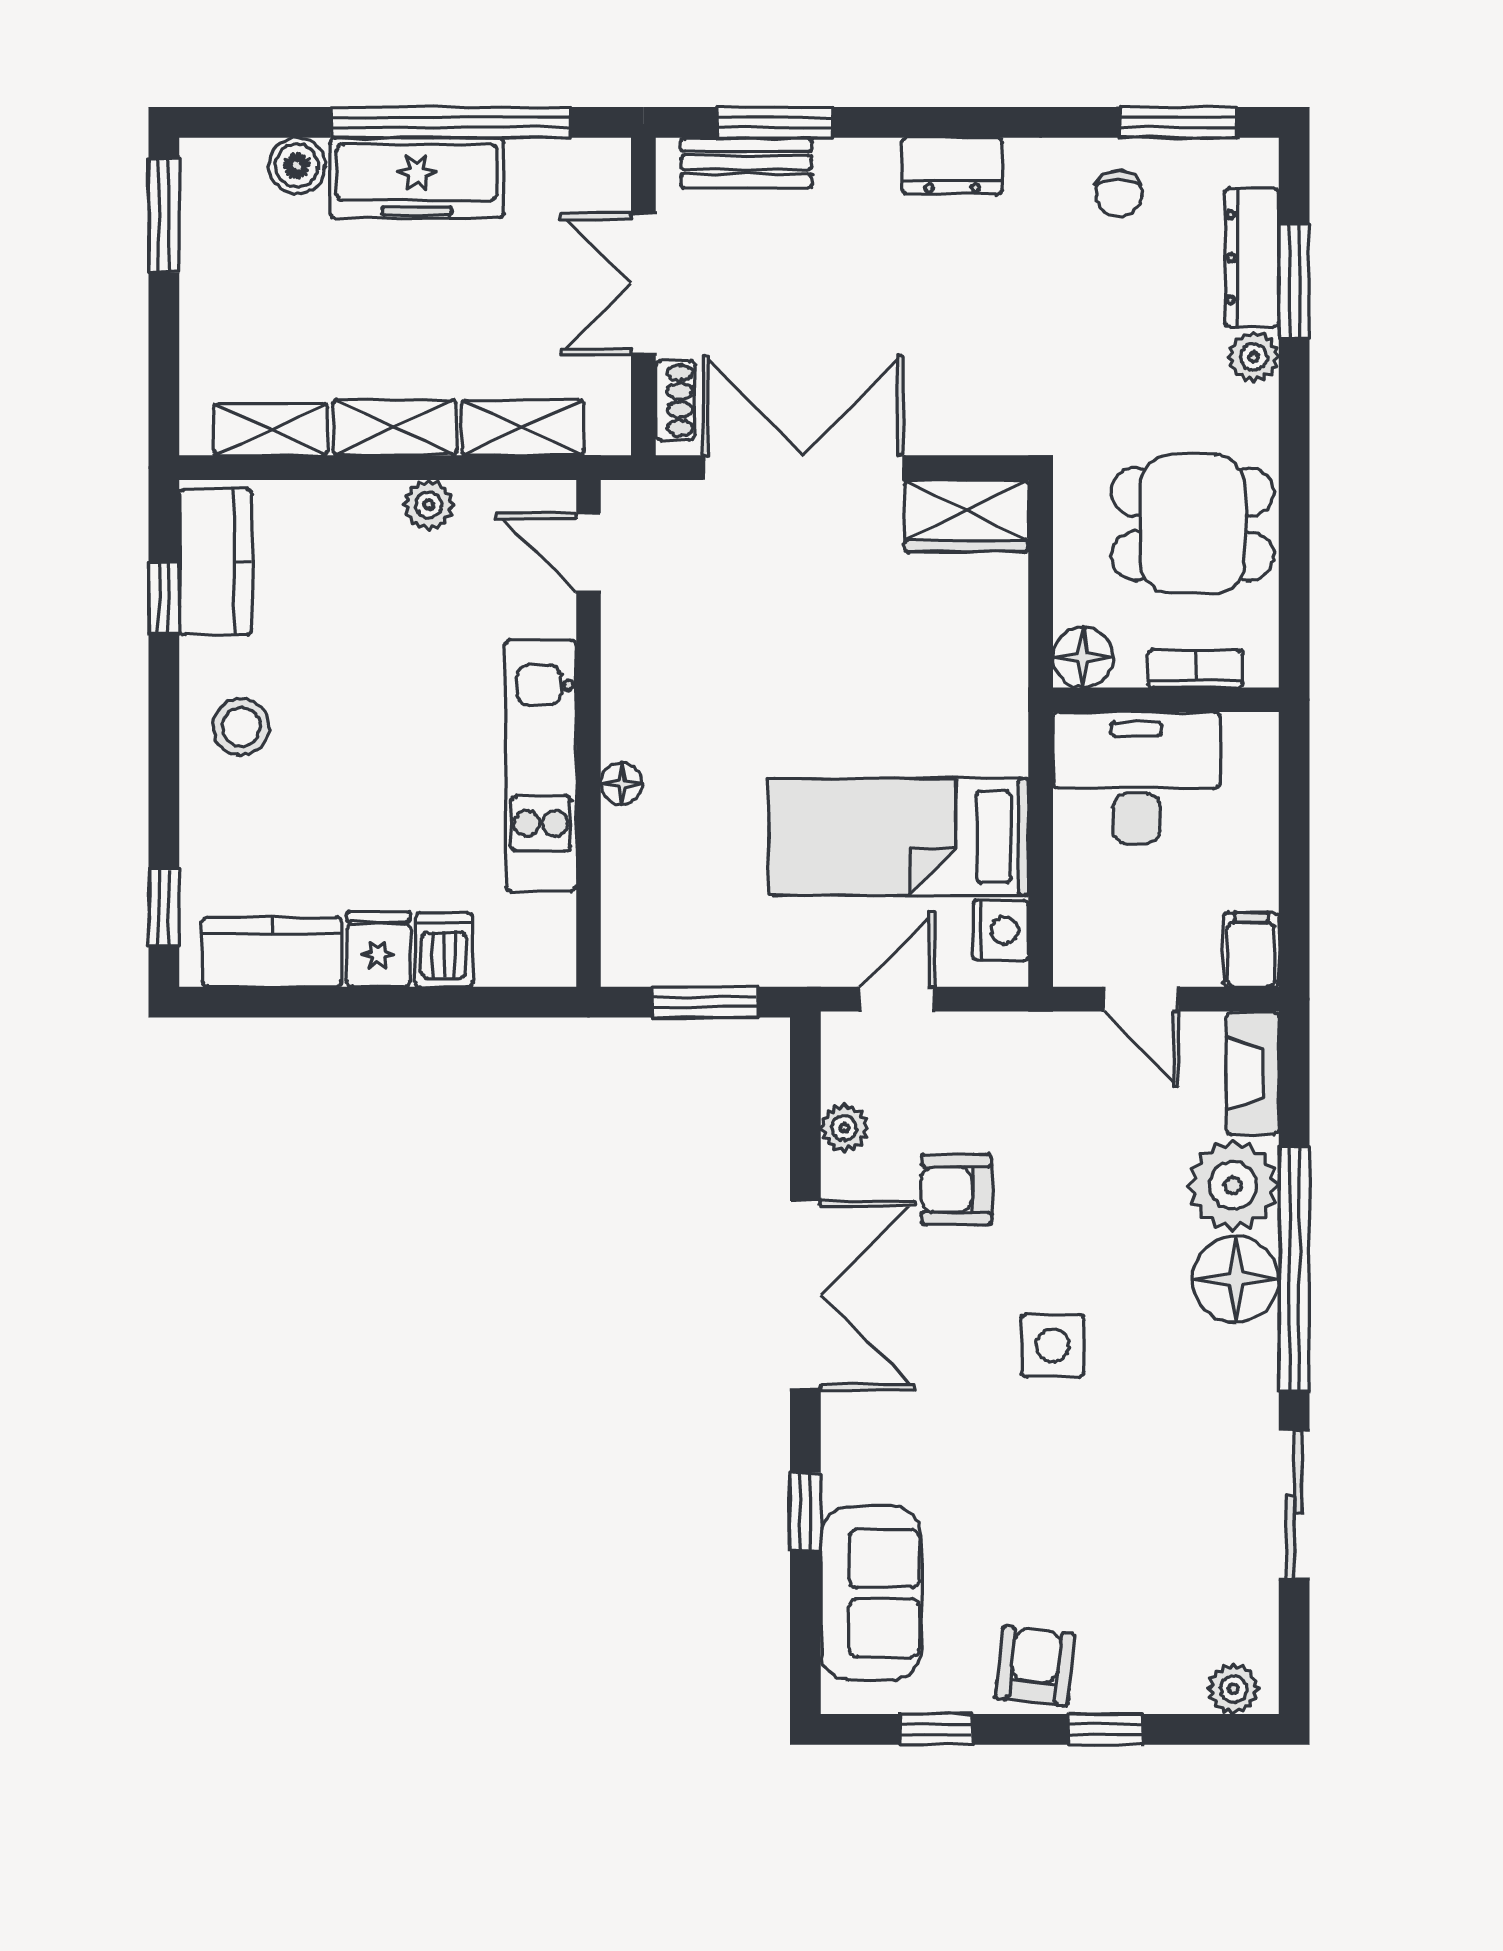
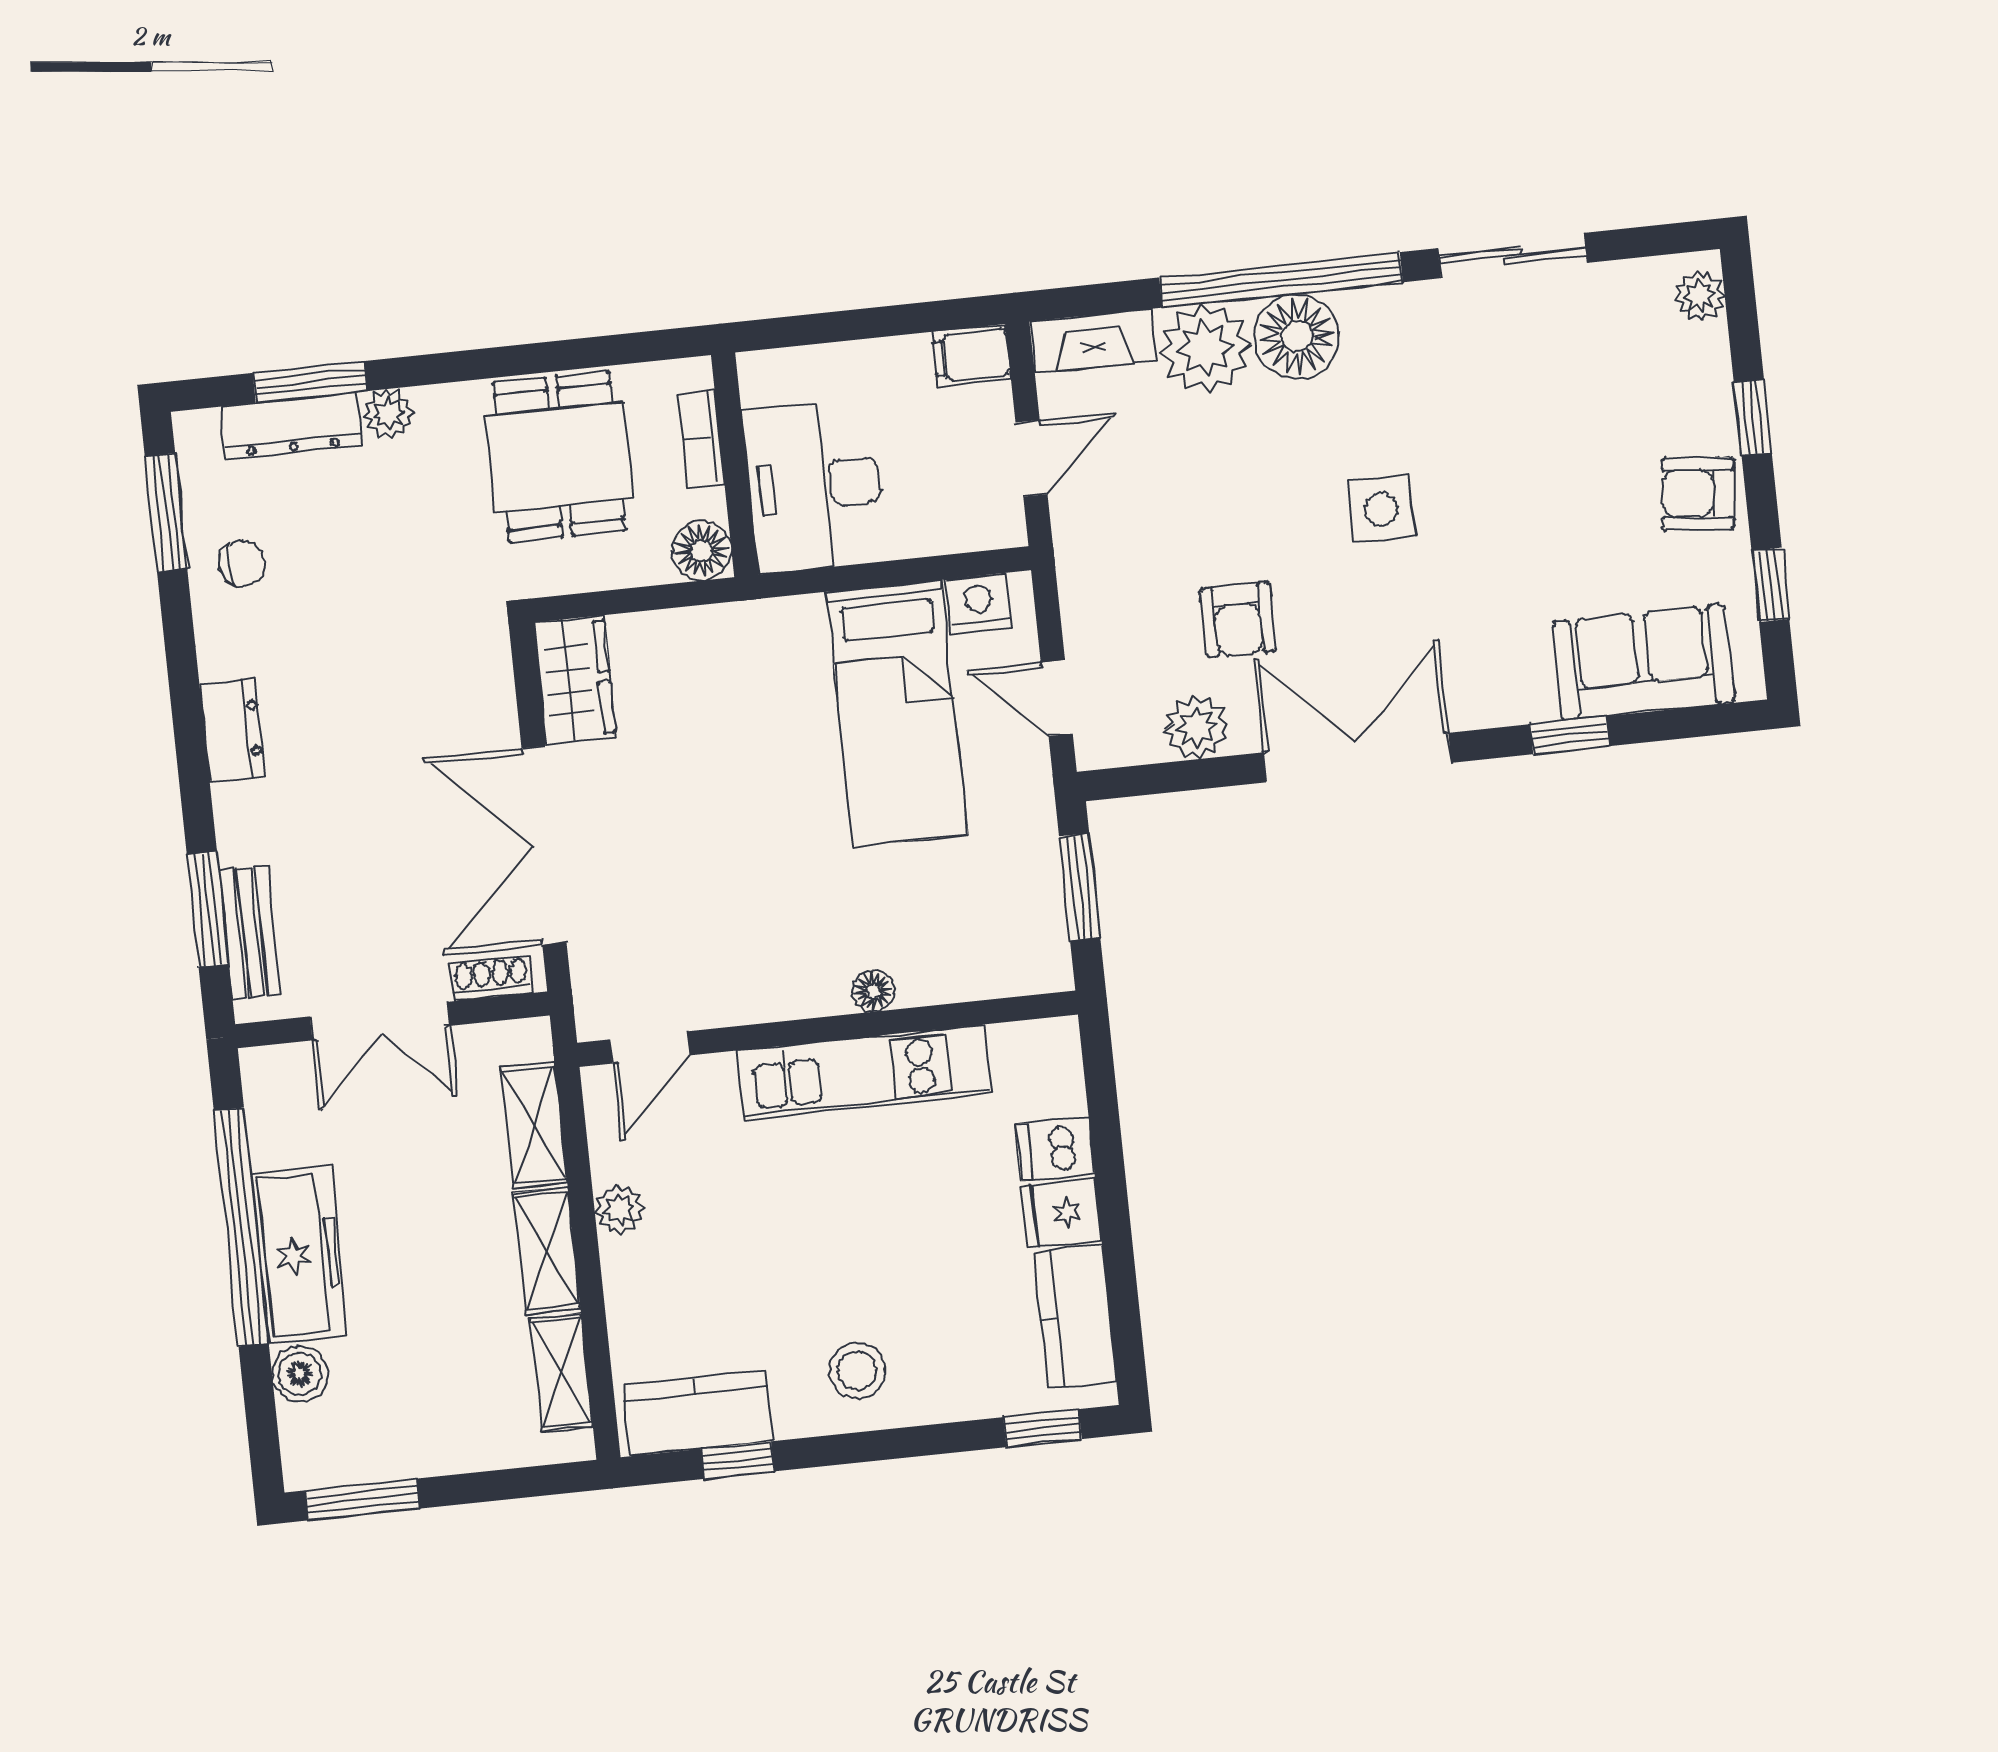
plant: (844, 1128) -> (1197, 727), width x1.38, depth x1.38

